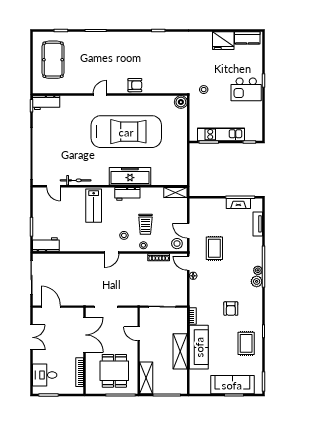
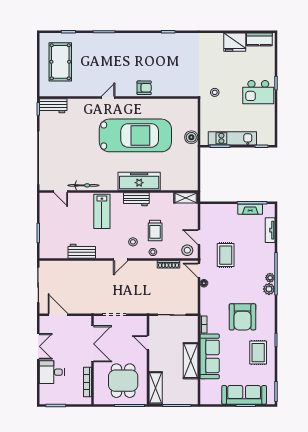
boiler: (181, 102) -> (191, 137), moved
workbench: (46, 245) -> (82, 251), moved
armchair: (231, 309) -> (243, 317), width x1.88, depth x1.88
desk: (45, 375) -> (52, 372), moved

